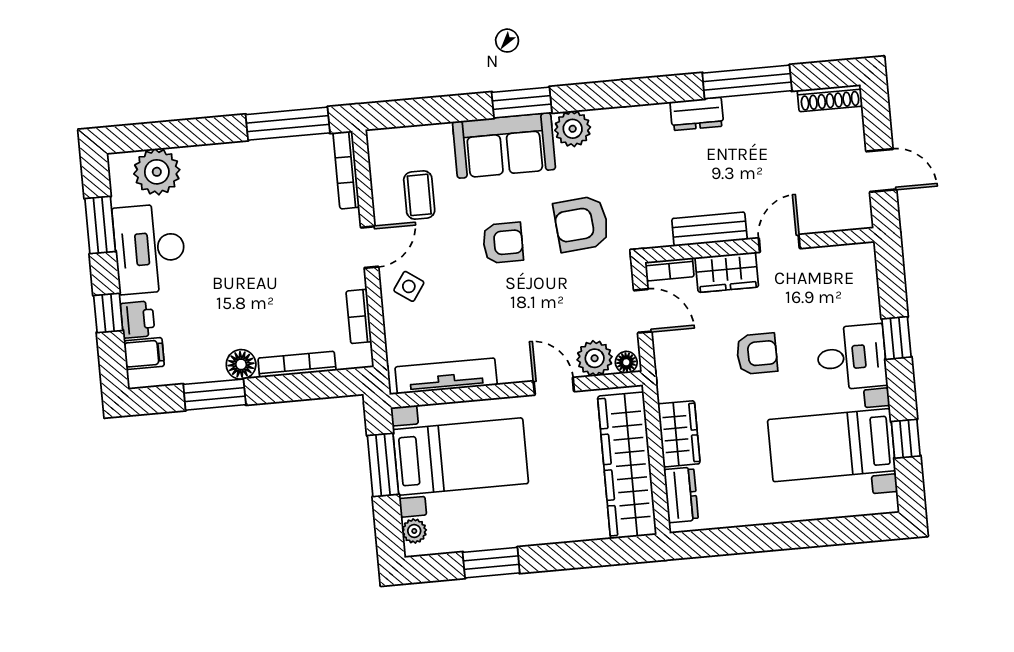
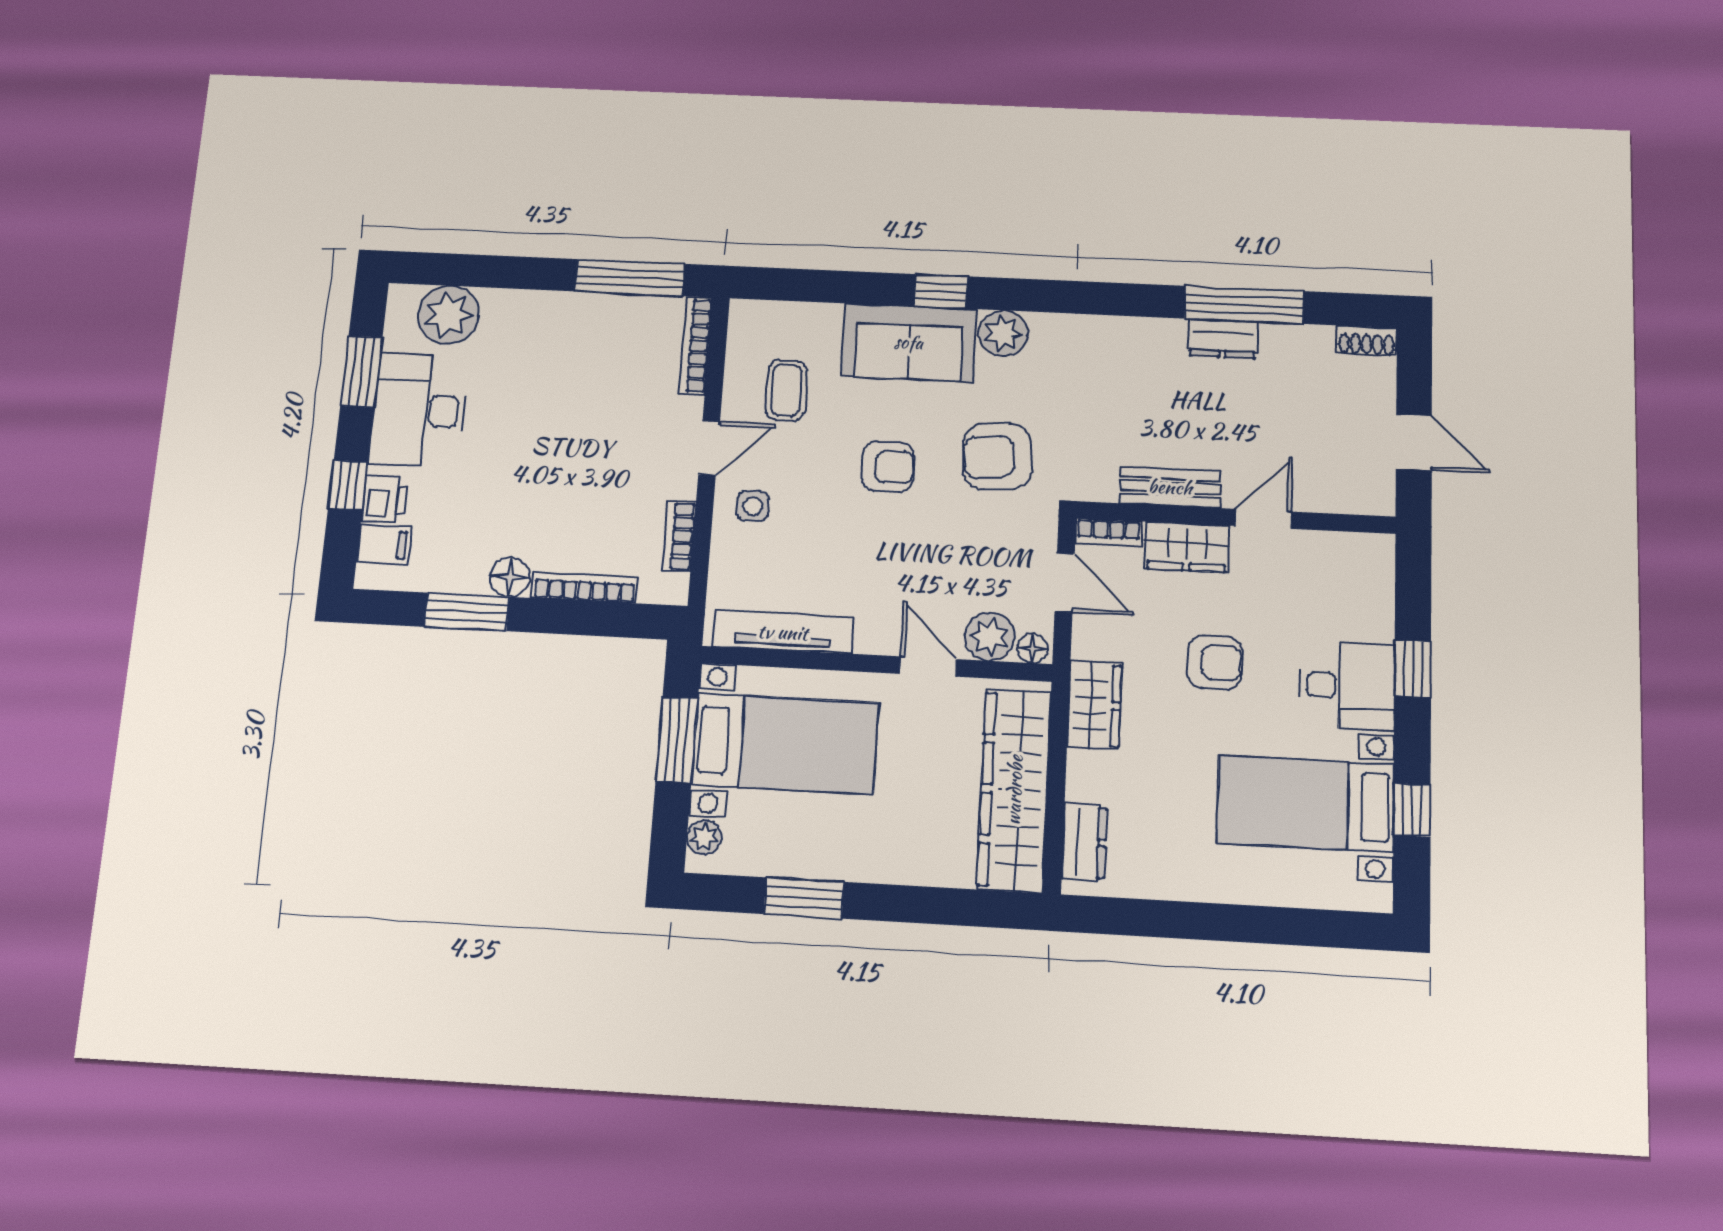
shoe rack: (830, 98) -> (1366, 341), width x0.70
window: (522, 102) -> (941, 291), width x0.67
dresser: (697, 114) -> (1223, 339), moved
side table: (409, 286) -> (753, 506), turned -37
wardrobe: (679, 434) -> (1094, 705), moved

